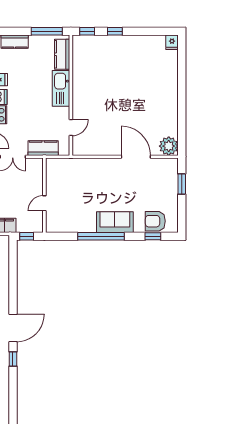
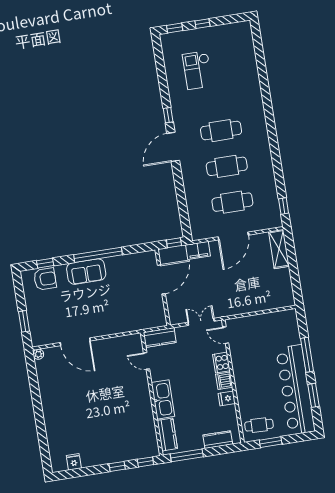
fridge: (172, 42) -> (74, 462), moved
door: (71, 128) -> (146, 361), hinge flipped
plant: (169, 146) -> (38, 354), width x0.53, depth x0.53
kitchen counter: (43, 148) -> (160, 337), moved
door: (44, 203) -> (161, 279), width x1.87

